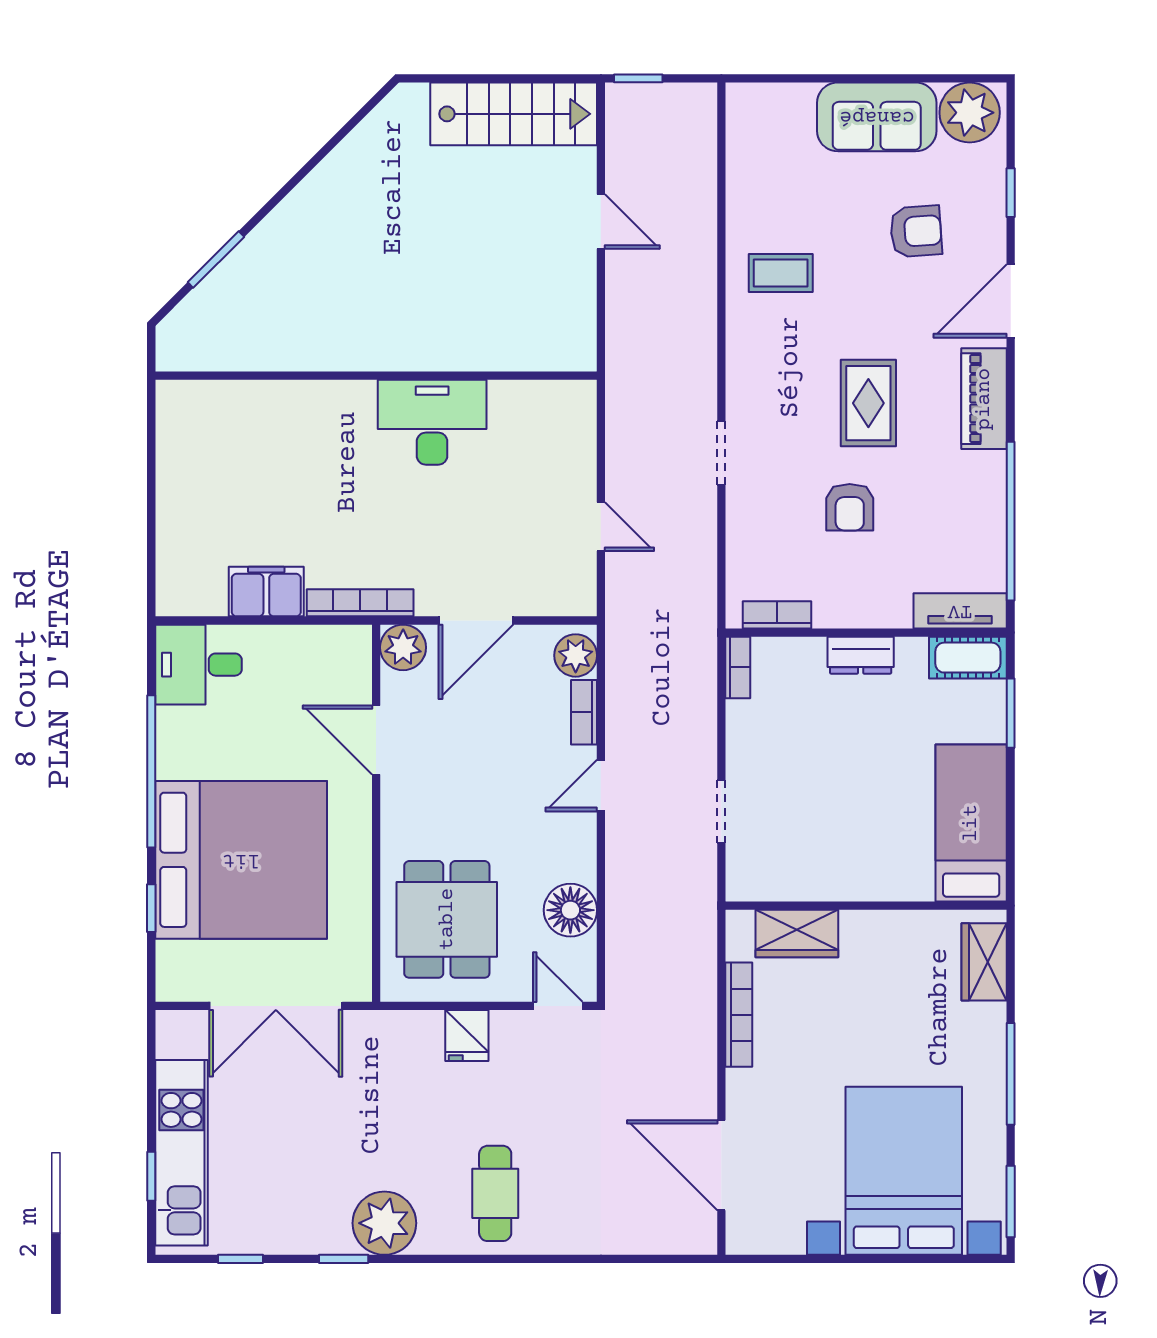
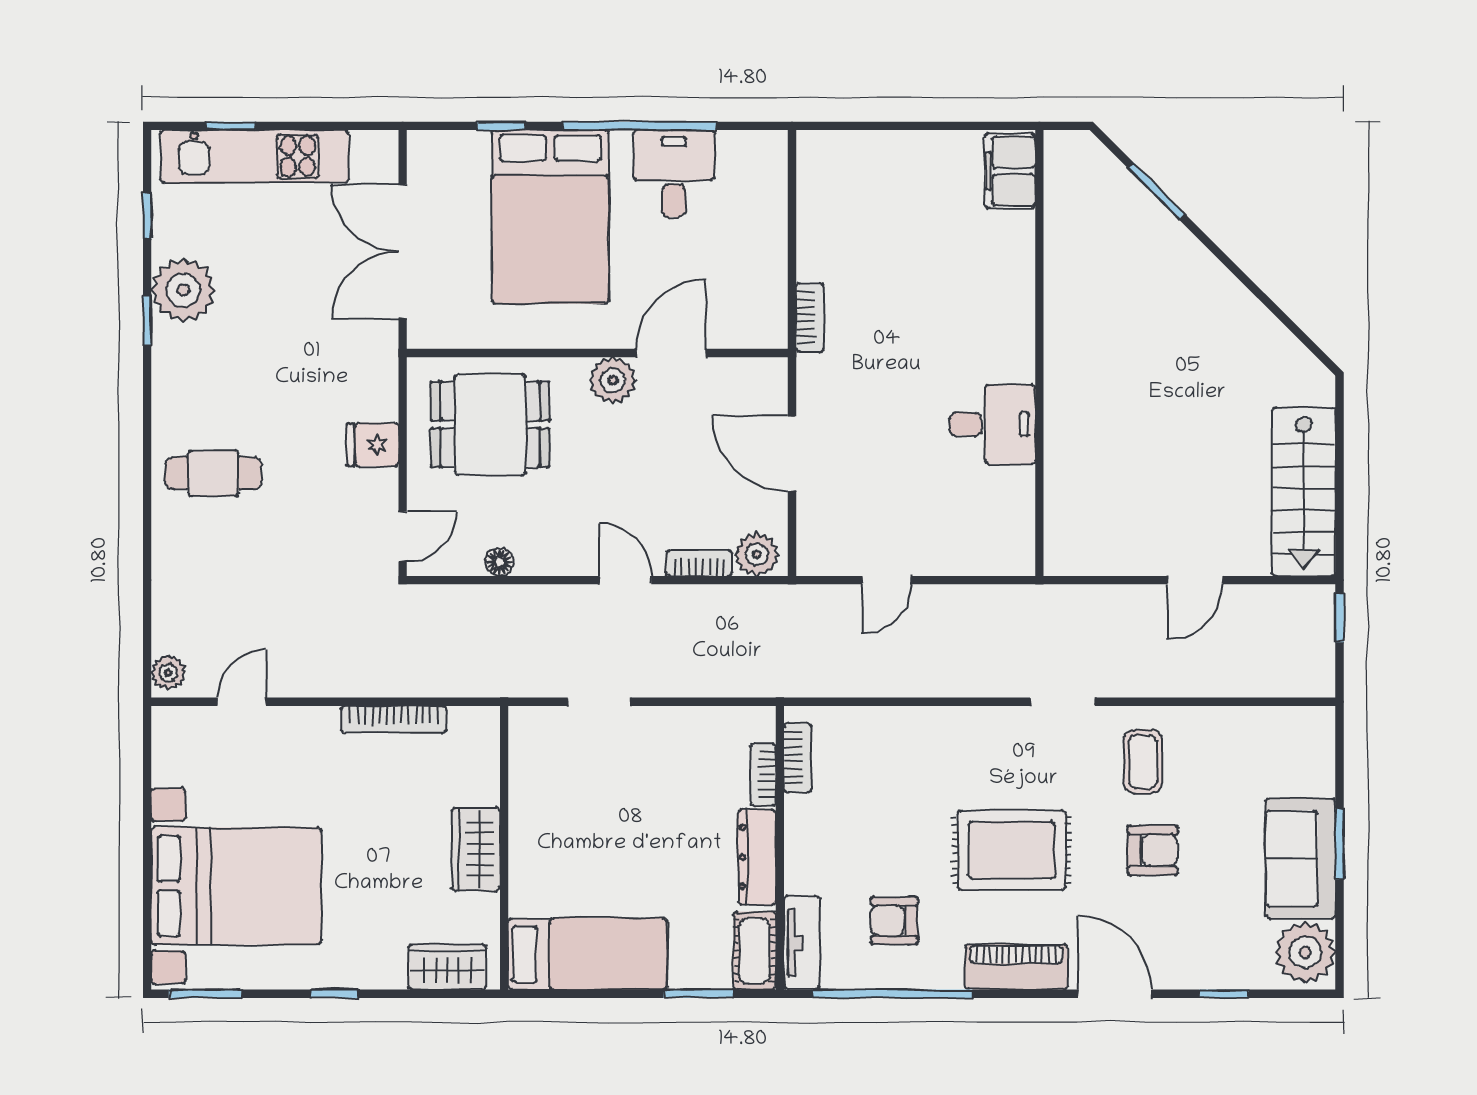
window: (862, 78) -> (1339, 844), added
armchair: (916, 231) -> (1153, 850), moved, turned -86
rug: (868, 403) -> (1012, 850), width x1.36, depth x1.43
desk: (432, 422) -> (992, 424), width x0.73
doorway: (721, 453) -> (1062, 702), moved
armchair: (850, 507) -> (894, 921), moved
filing cabinet: (266, 592) -> (1010, 171), moved, turned 180
bookcase: (360, 603) -> (810, 317), width x0.64
plant: (403, 647) -> (613, 380), moved
dresser: (861, 655) -> (757, 857), width x1.44
desk: (198, 665) -> (674, 174), moved
bookcase: (738, 667) -> (763, 775), moved, turned 90
bed: (241, 860) -> (550, 217), width x0.73
floor lamp: (570, 910) -> (499, 562), width x0.53, depth x0.53
wardrobe: (797, 934) -> (476, 849), moved
window: (1011, 1074) -> (334, 994), width x0.46
door: (721, 1165) -> (242, 702), width x0.53
plant: (384, 1223) -> (183, 290), moved
plant: (693, 1238) -> (168, 673), added

